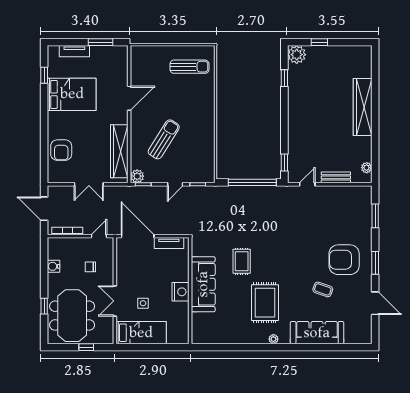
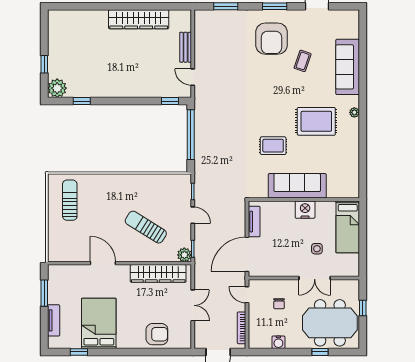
wardrobe: (363, 107) -> (139, 19), moved
plant: (367, 168) -> (175, 15), removed
bed: (141, 333) -> (348, 227), moved, turned 180

